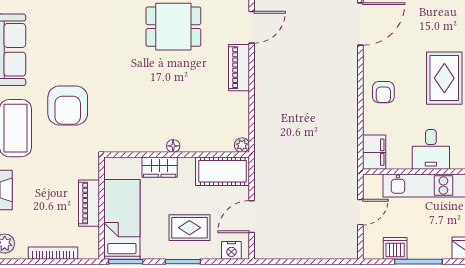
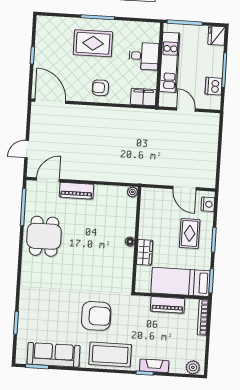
door: (252, 27) -> (48, 180), hinge flipped
armchair: (383, 92) -> (100, 88), turned 180
cot: (223, 171) -> (150, 207), removed
bookcase: (53, 253) -> (203, 317), moved

